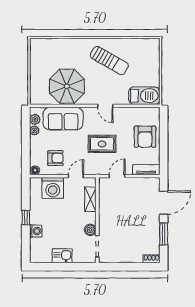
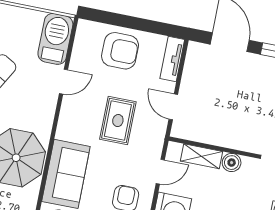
door: (105, 106) -> (64, 82), moved
door: (76, 176) -> (160, 172), swing flipped
boiler: (90, 230) -> (232, 163), moved

